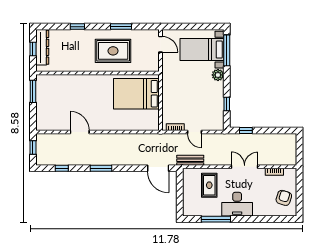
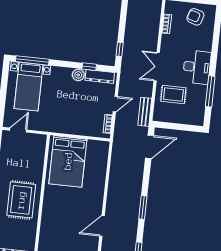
rug: (113, 51) -> (21, 200), moved
plant: (218, 75) -> (78, 75), moved
dresser: (219, 115) -> (100, 76), added
double door: (245, 167) -> (157, 67), moved

